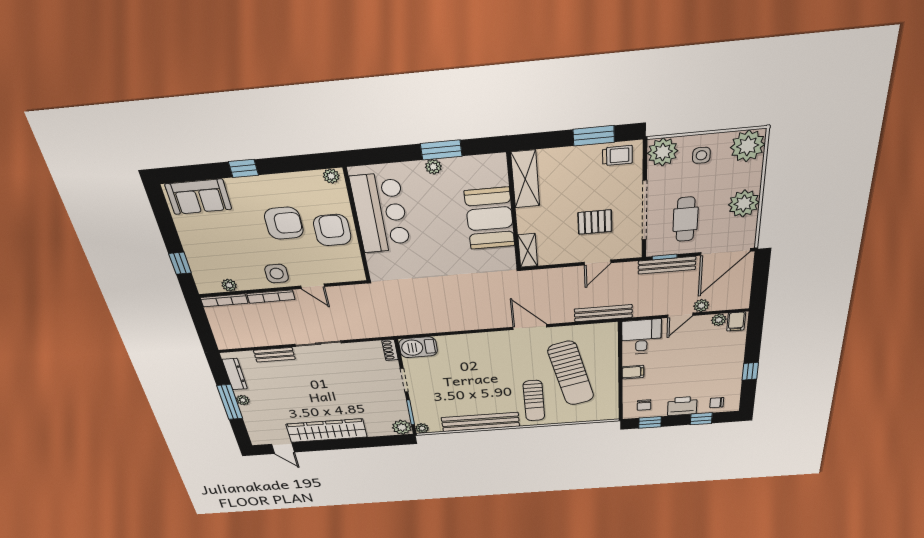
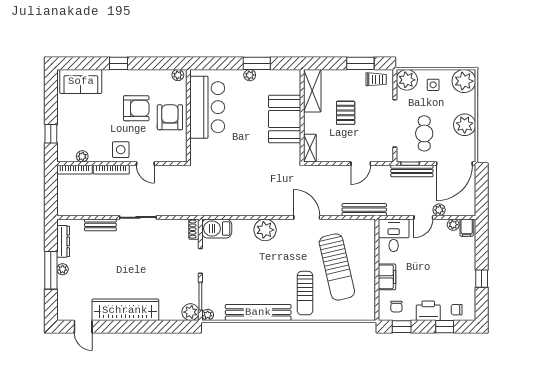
pallet: (595, 222) -> (346, 113), moved, turned 90
plant: (478, 344) -> (265, 230), added
filing cabinet: (633, 372) -> (387, 277), width x2.00

